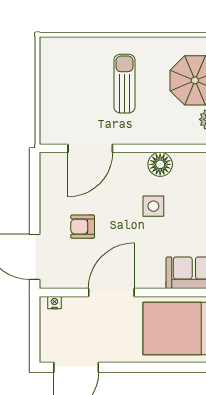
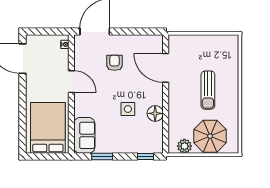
sun lounger: (124, 84) -> (208, 90), turned 90
door: (111, 292) -> (71, 82), width x0.73

